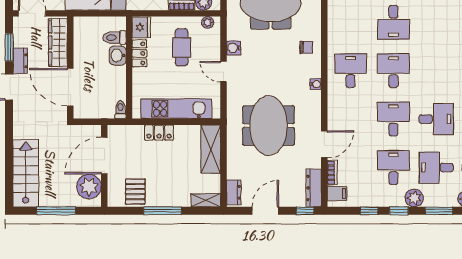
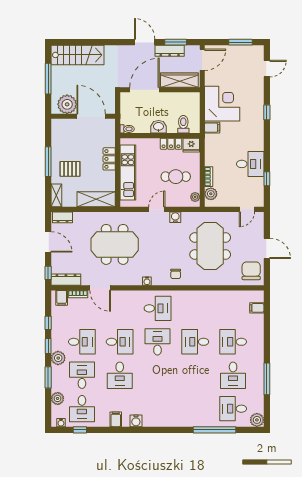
washbasin: (118, 56) -> (159, 127), moved
dresser: (20, 61) -> (170, 51), width x1.44
desk: (393, 71) -> (157, 342), turned -90
pallet: (135, 192) -> (70, 169), moved

